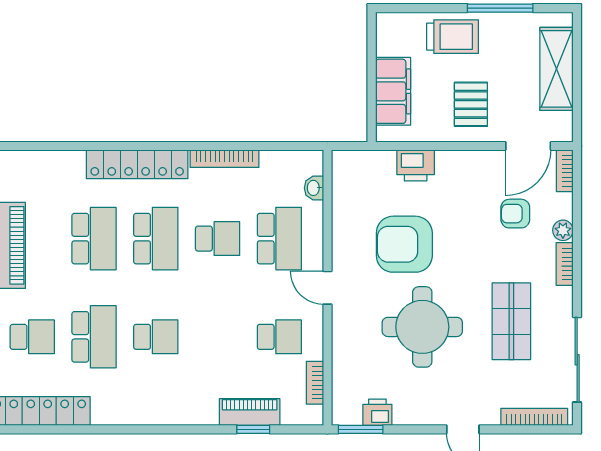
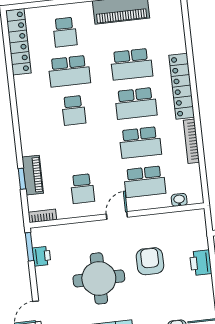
school desk: (218, 239) -> (140, 143), width x1.85
armchair: (404, 244) -> (150, 261), width x0.73, depth x0.73
bookcase: (315, 383) -> (42, 216), moved

